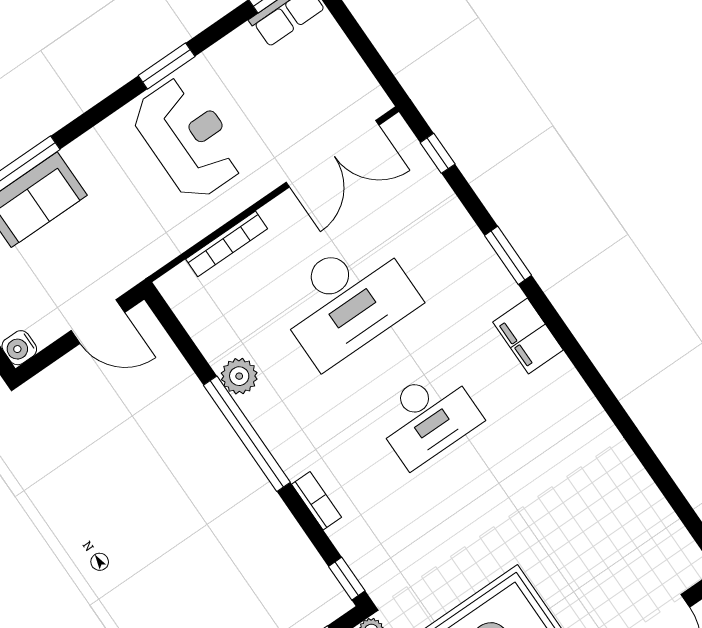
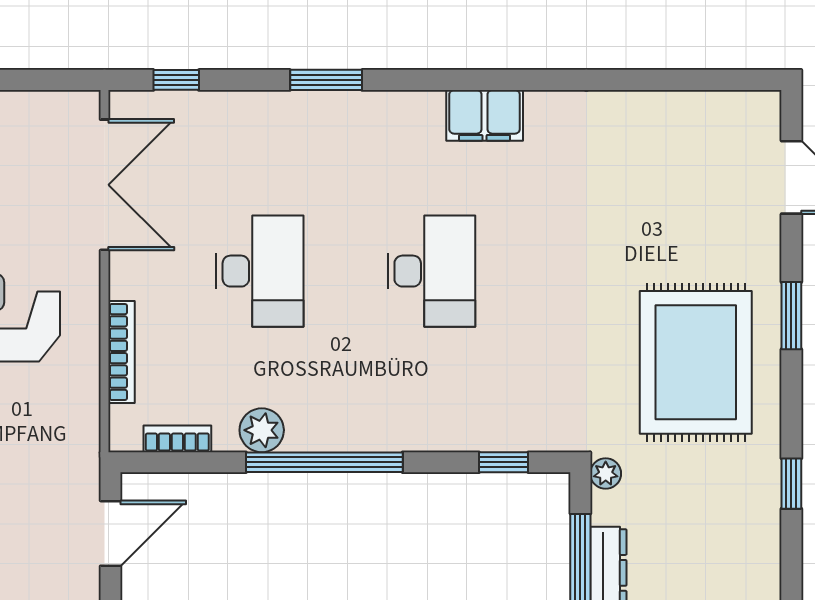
desk: (347, 300) -> (259, 271), width x0.73, depth x0.77
filing cabinet: (528, 336) -> (485, 115), moved
bookcase: (317, 501) -> (177, 439), moved
window: (347, 579) -> (504, 462), moved

